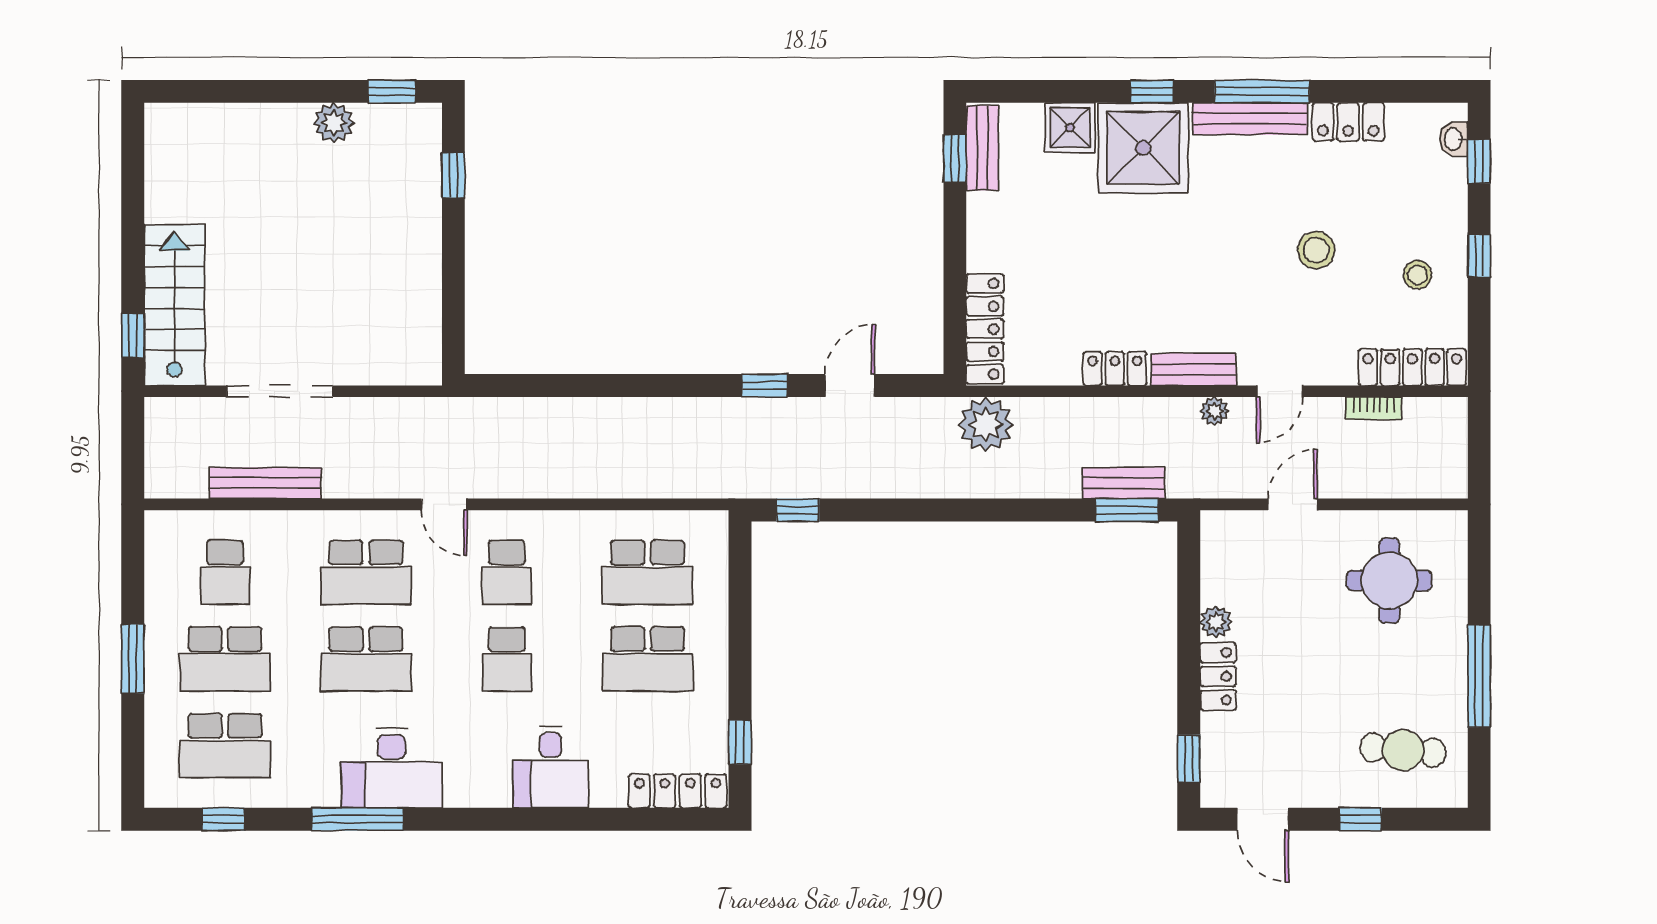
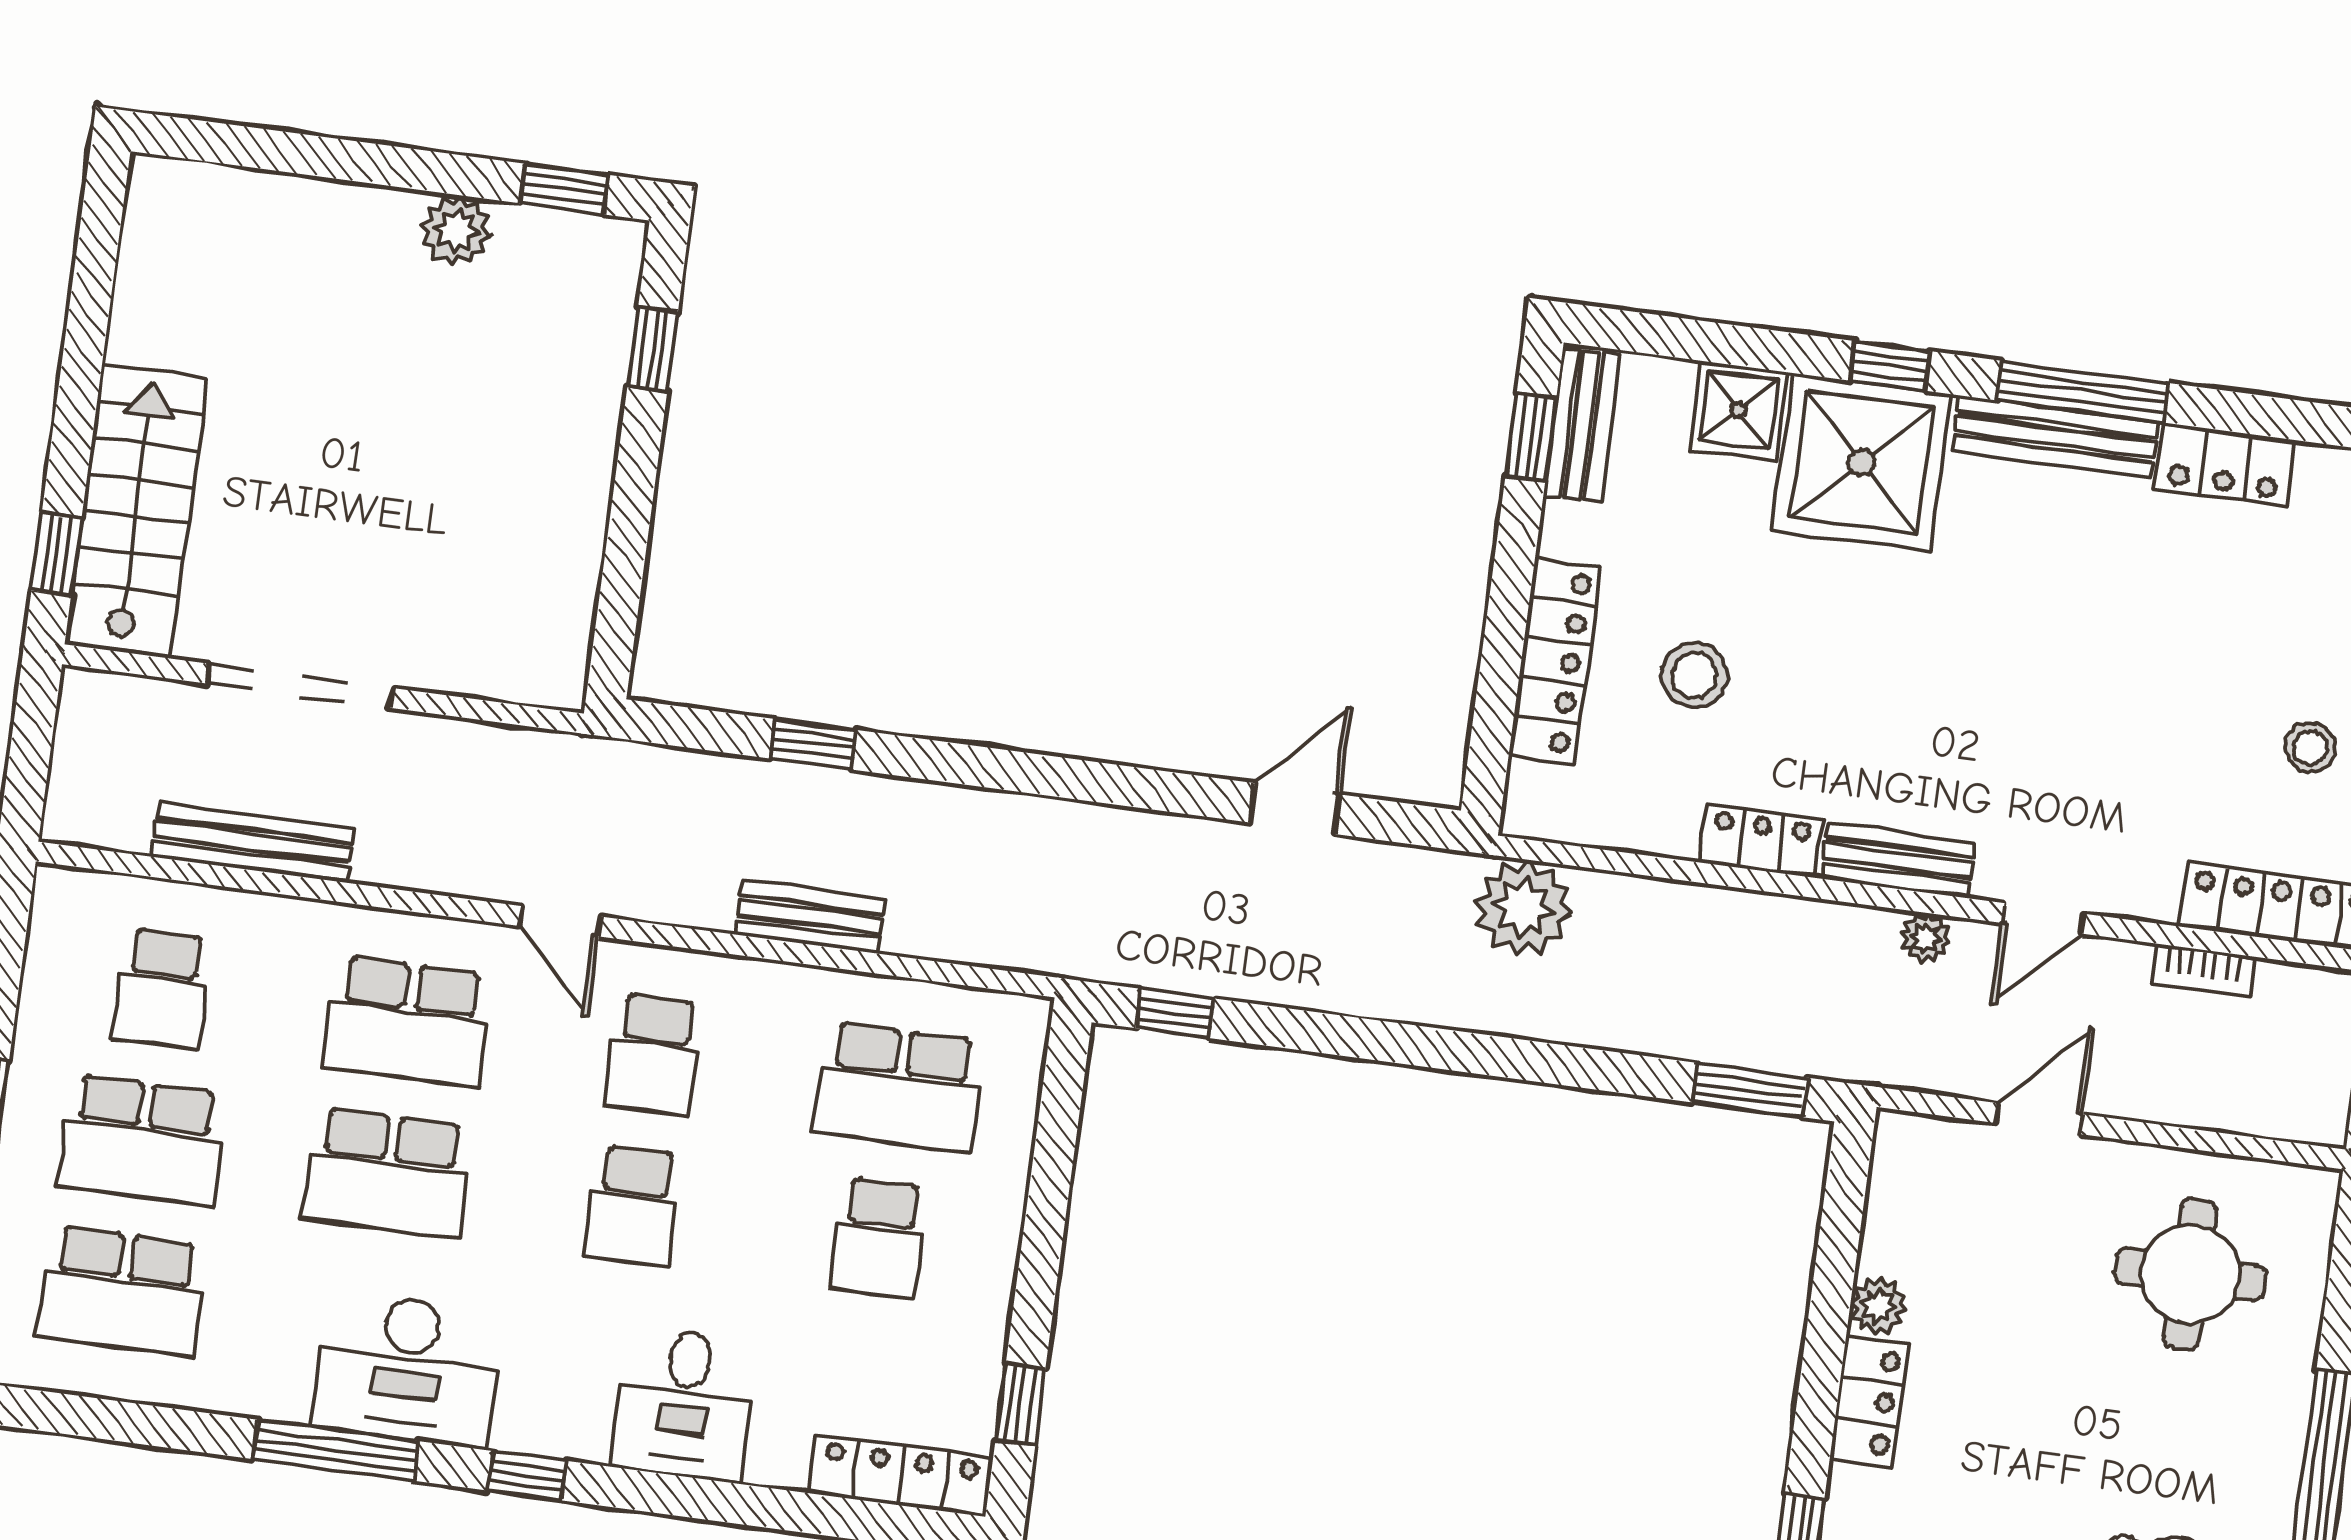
stool: (1316, 250) -> (1694, 675), moved
locker: (985, 329) -> (1554, 661), moved
window: (765, 386) -> (813, 744), moved
bench: (1124, 483) -> (810, 917), moved
school desk: (648, 659) -> (879, 1238), width x0.54
window: (223, 819) -> (527, 1476), moved

